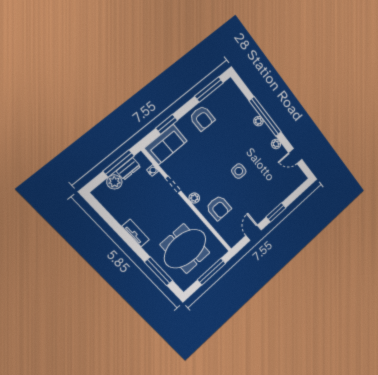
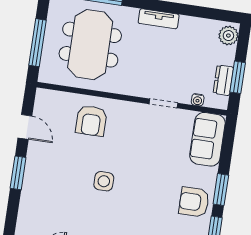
window: (166, 124) -> (221, 190), moved
window: (119, 163) -> (238, 77), width x0.69
plant: (114, 182) -> (228, 36), moved
plant: (194, 198) -> (128, 108), removed
armchair: (219, 208) -> (91, 121), turned -90

